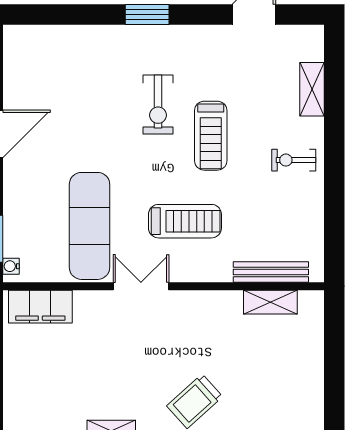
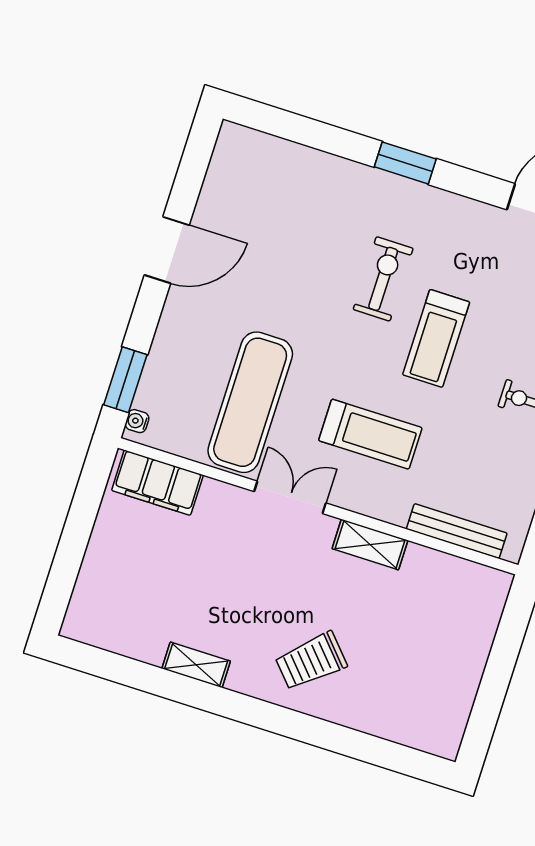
exercise bike: (158, 104) -> (383, 279), turned 180
shelving: (270, 302) -> (370, 544), moved

